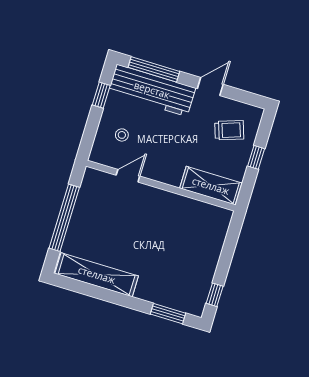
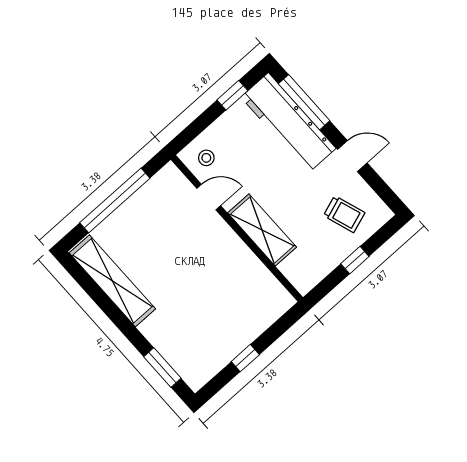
stool: (122, 135) -> (206, 158), moved
shelving: (211, 186) -> (262, 230), moved
window: (215, 295) -> (245, 358), moved

